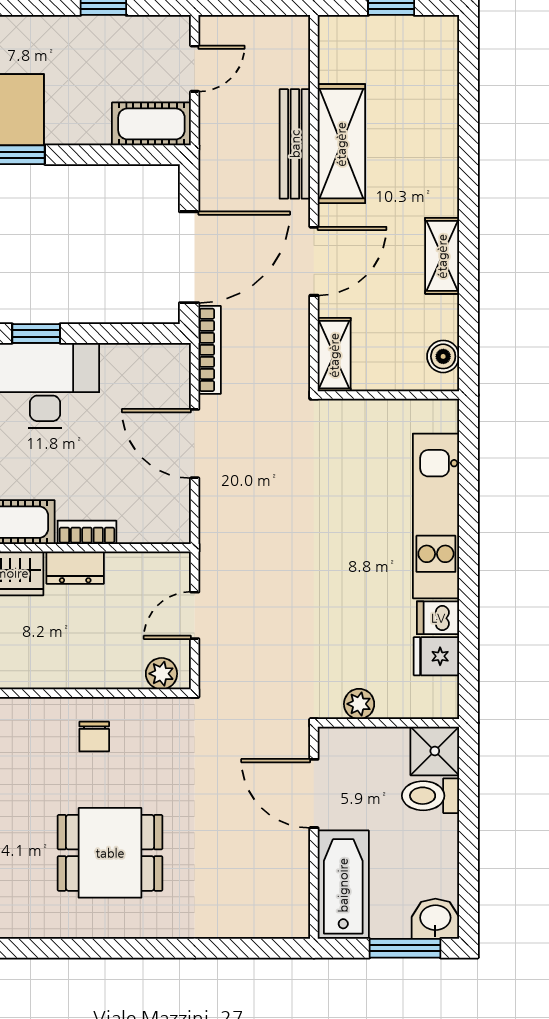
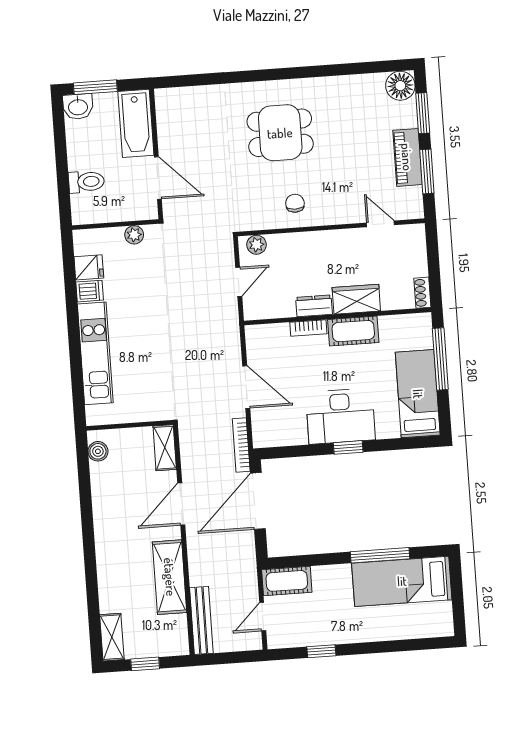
bench: (295, 144) -> (201, 620), moved
shelving: (442, 256) -> (112, 637), moved
shower: (435, 751) -> (86, 209), removed

